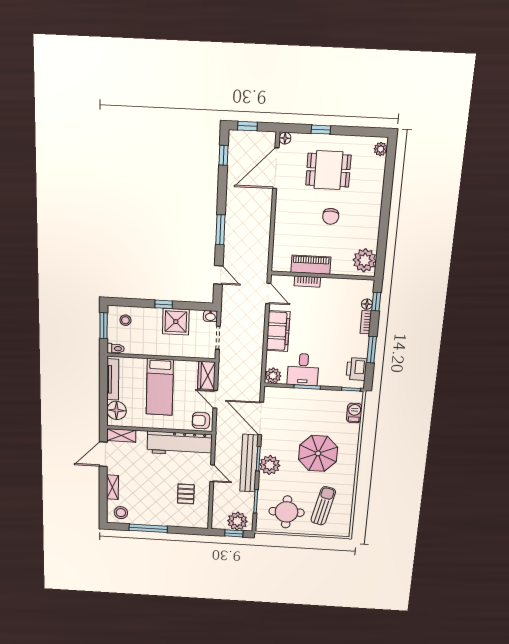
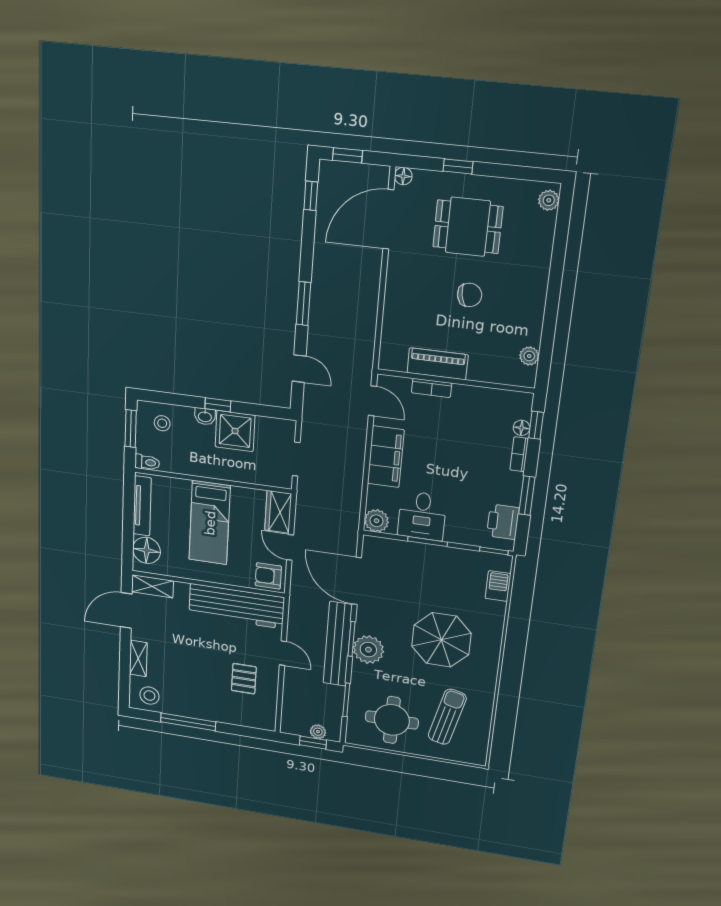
chair: (331, 216) -> (470, 295), turned -102
plant: (365, 260) -> (529, 356), width x0.53, depth x0.53
washbasin: (210, 316) -> (205, 416), moved
plant: (237, 521) -> (318, 732), width x0.53, depth x0.53

